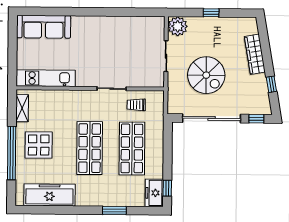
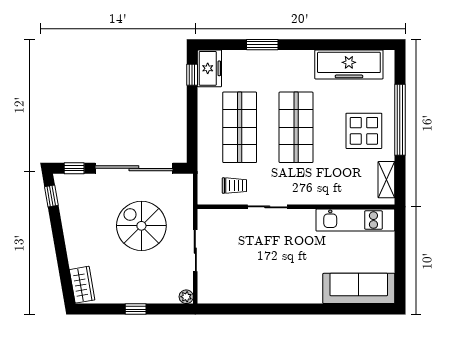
plant: (178, 26) -> (186, 297), width x0.53, depth x0.53
wardrobe: (255, 54) -> (82, 285), moved, width x0.67
window: (271, 84) -> (51, 196), moved

